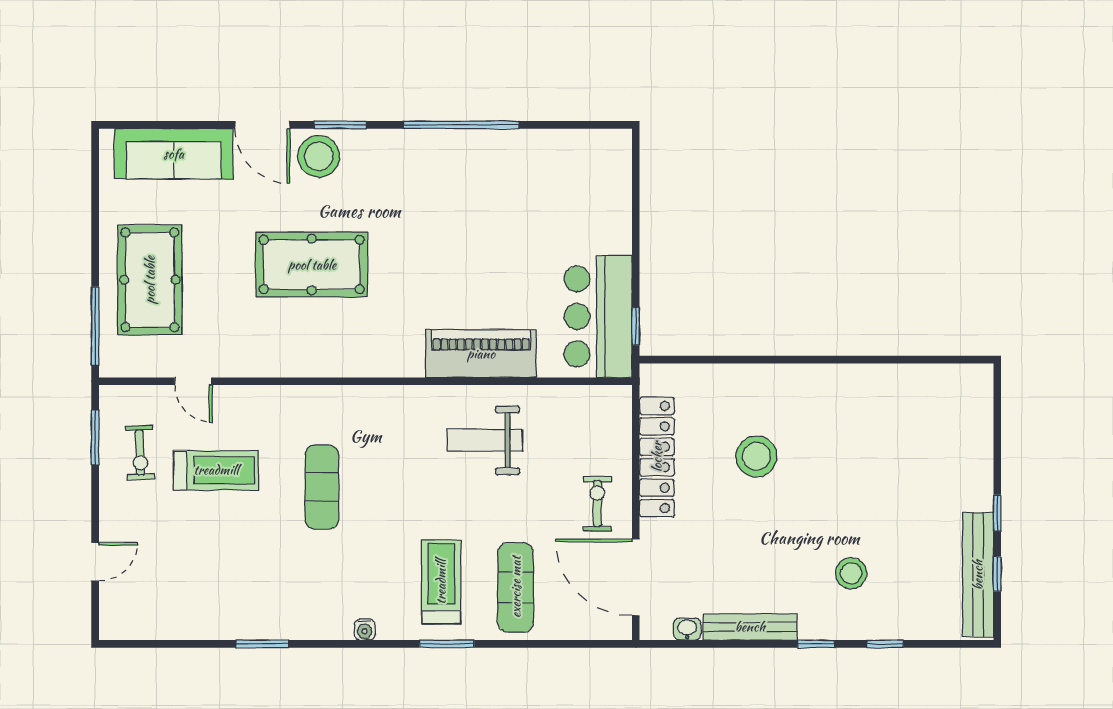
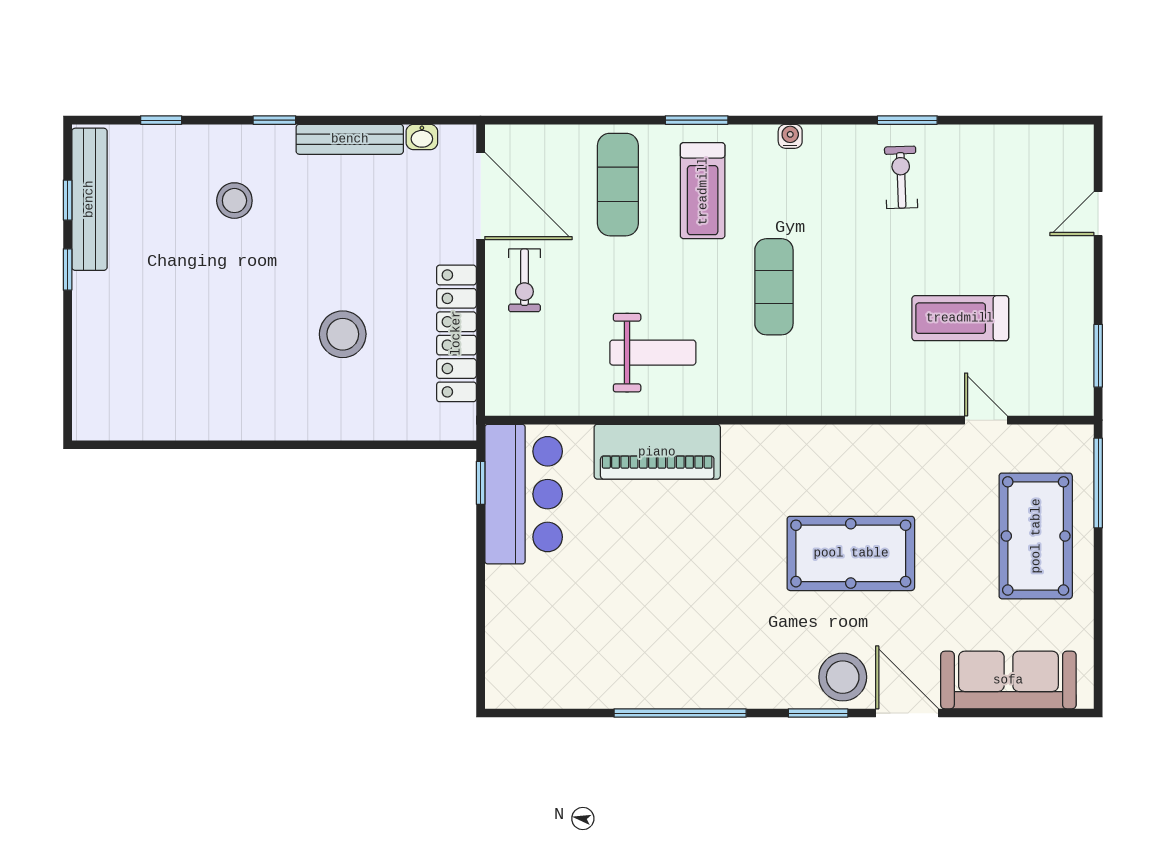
exercise bike: (140, 453) -> (901, 177), moved
exercise mat: (322, 487) -> (774, 287), moved
window: (885, 644) -> (161, 120), moved

